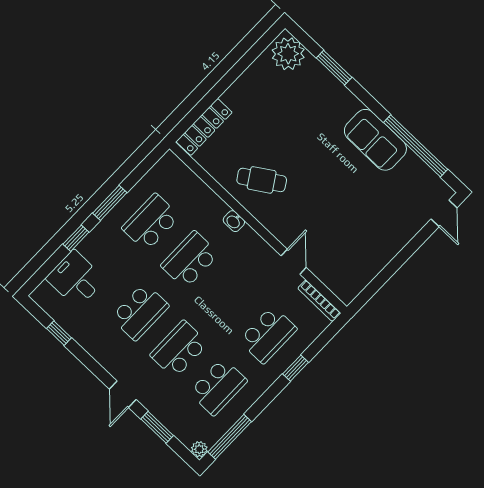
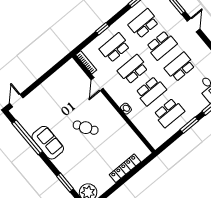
locker: (204, 127) -> (125, 168), moved
cafe table: (262, 180) -> (86, 128), moved
school desk: (229, 297) -> (133, 69), added

